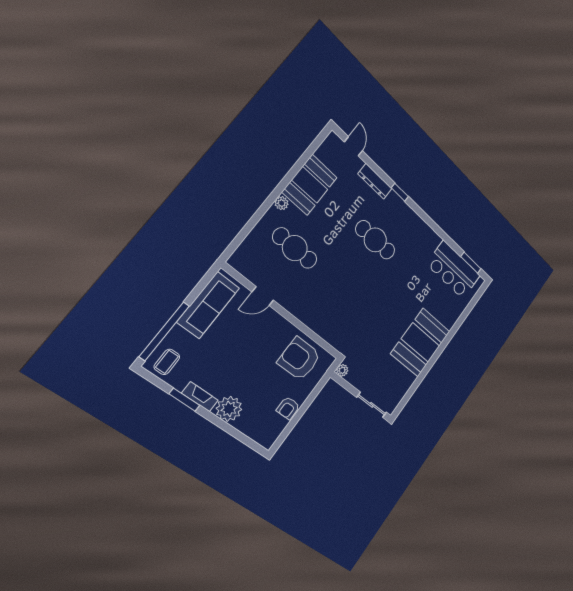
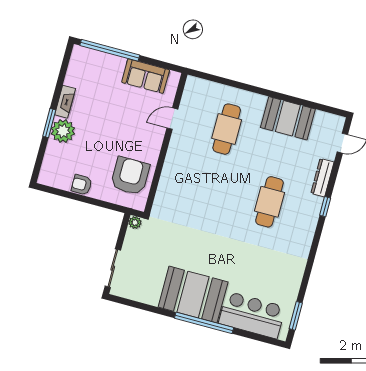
plant: (282, 203) -> (260, 101), removed
bar counter: (453, 270) -> (252, 315), moved, turned 90
door: (263, 296) -> (172, 119), hinge flipped
sofa: (208, 305) -> (146, 76), width x0.73
window: (445, 342) -> (204, 323), added
coffee table: (167, 362) -> (85, 63), removed
window: (184, 400) -> (49, 123), moved

